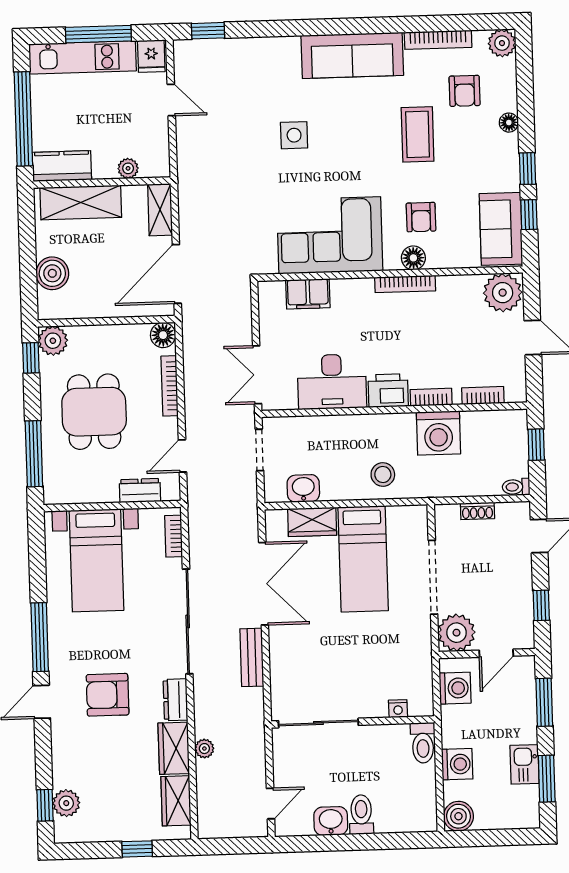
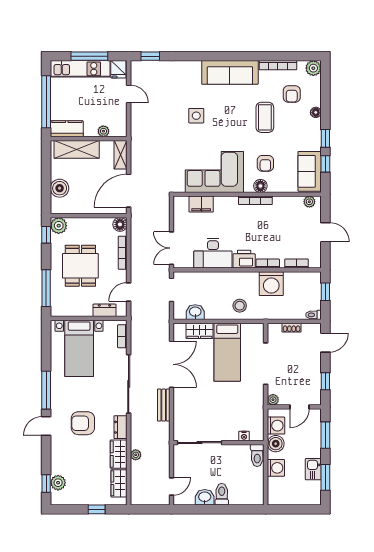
plant: (503, 293) -> (309, 202), width x0.53, depth x0.53
plant: (456, 633) -> (273, 400), width x0.53, depth x0.53
boiler: (458, 816) -> (276, 444), moved

